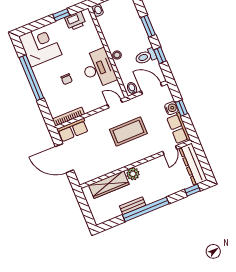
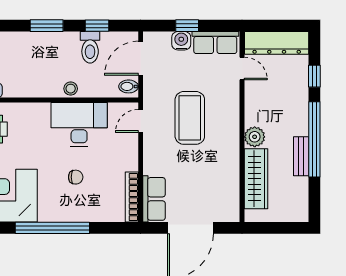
window: (192, 190) -> (314, 76), moved

